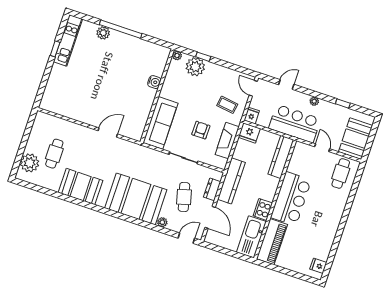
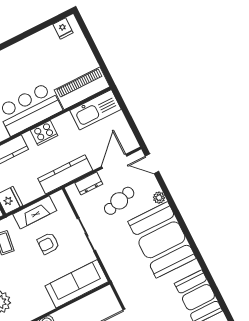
cooker: (263, 209) -> (44, 133), moved

